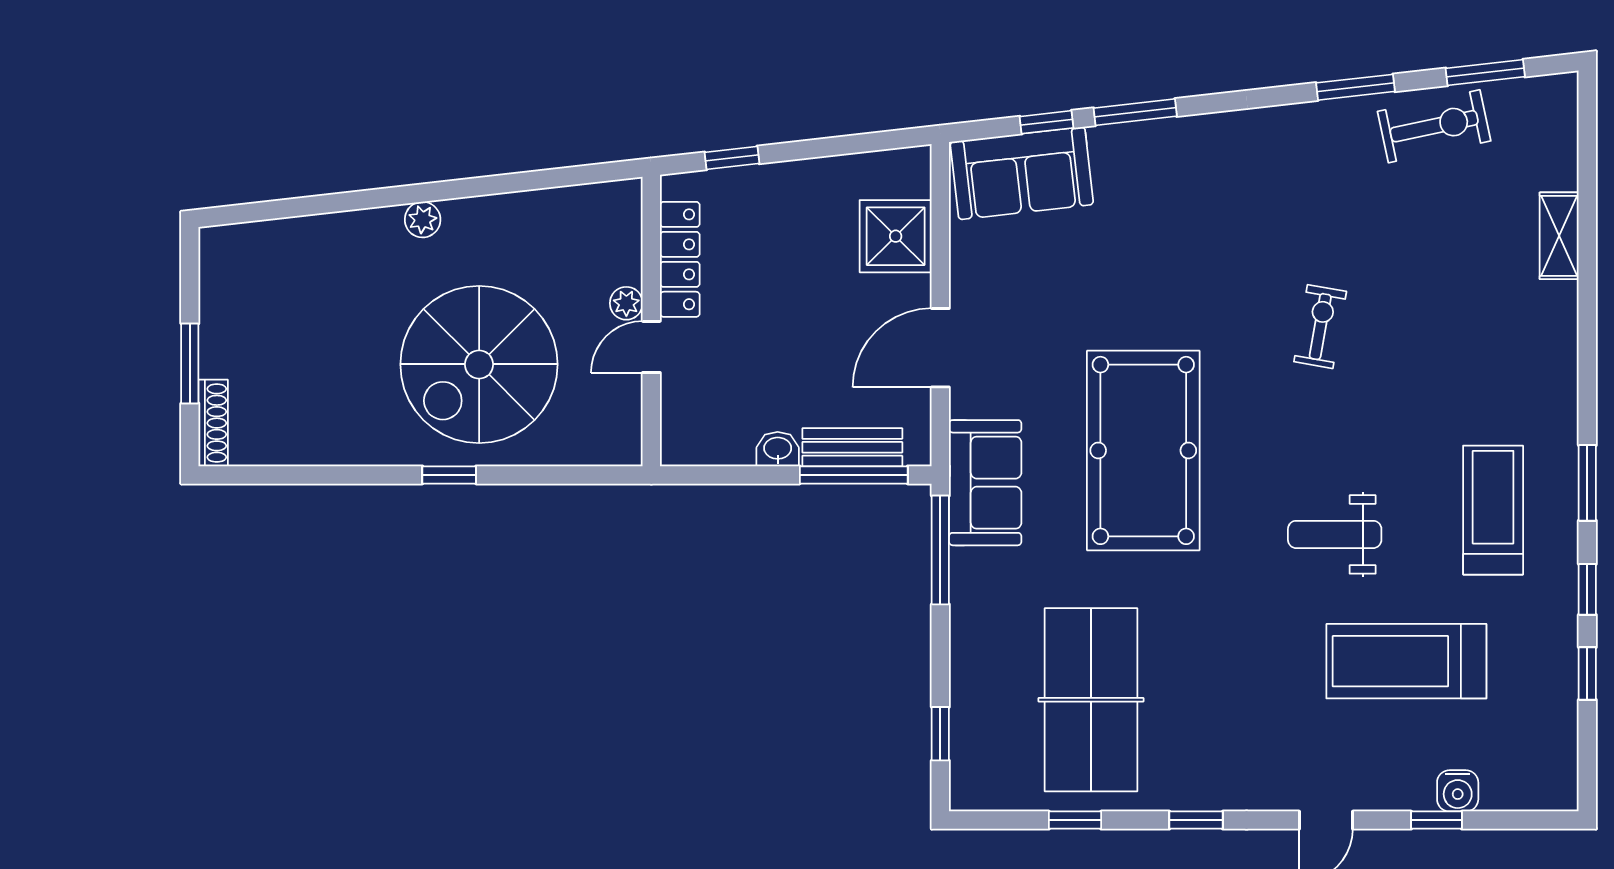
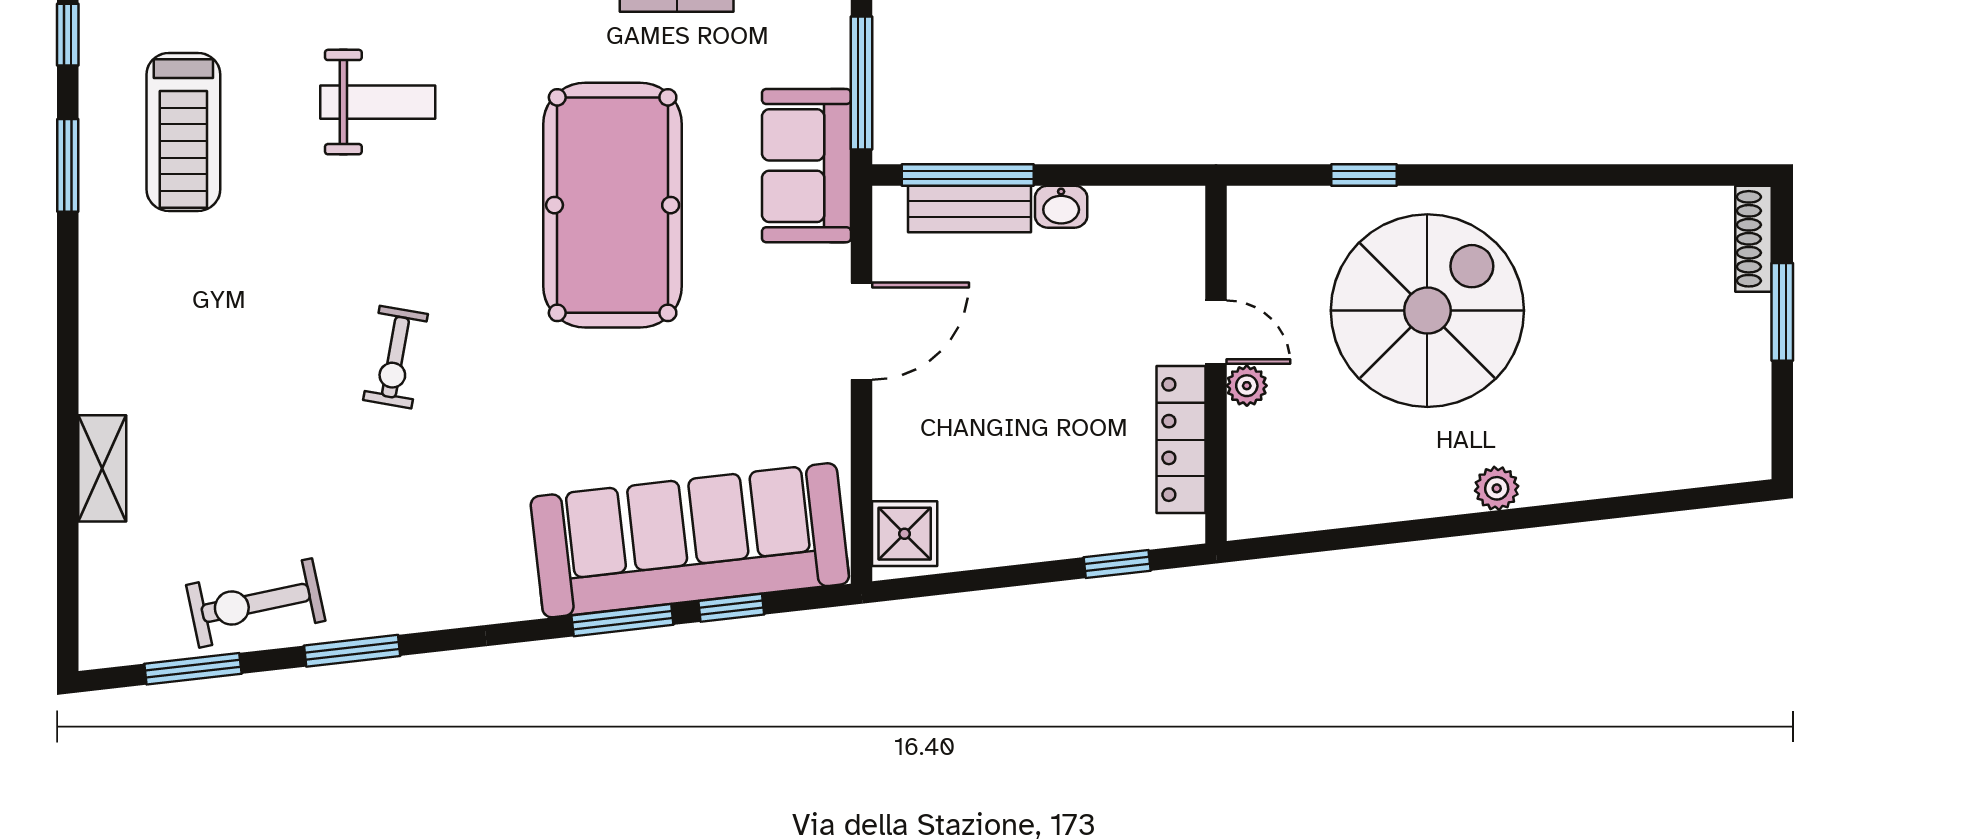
sofa: (1022, 173) -> (690, 540), width x1.85, depth x1.27
shower: (896, 236) -> (905, 534), moved, width x0.73, depth x0.73
door: (651, 347) -> (1216, 332), hinge flipped
window: (449, 475) -> (1364, 175), moved

